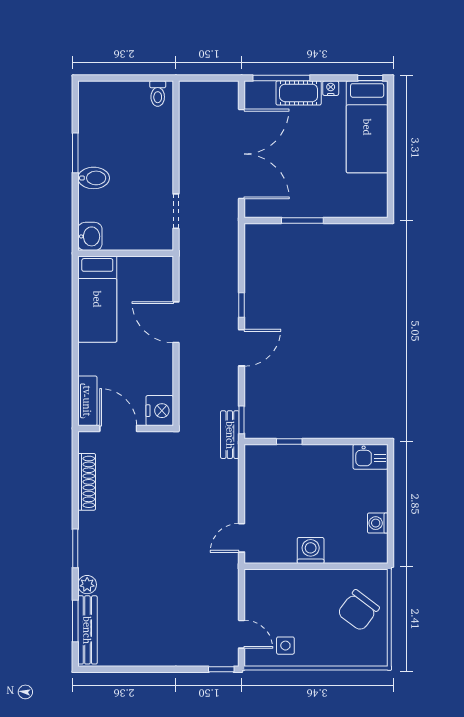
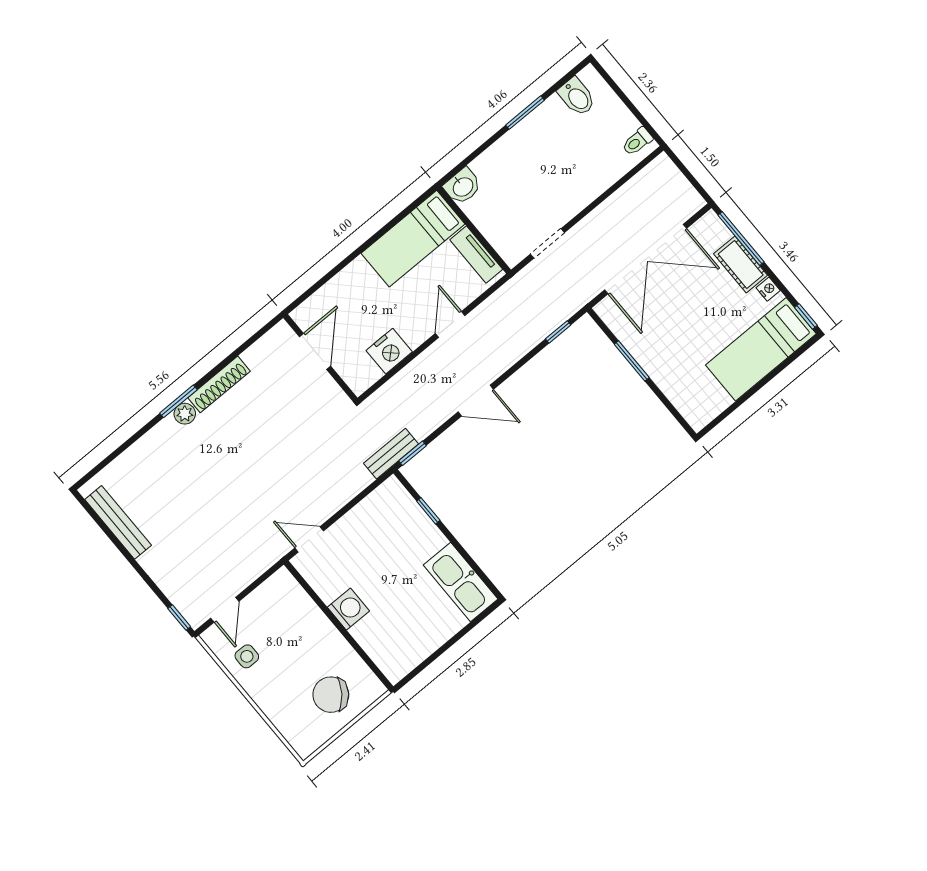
bidet: (94, 178) -> (577, 97), moved
window: (242, 305) -> (558, 332), moved
door: (176, 322) -> (450, 324), width x0.73
tv unit: (87, 401) -> (476, 254), moved, turned 90
nightstand: (160, 411) -> (389, 351), moved
kitchen sink: (371, 457) -> (461, 582), width x1.87, depth x1.24
shoe rack: (87, 482) -> (219, 384), moved
washing machine: (378, 523) -> (421, 648), removed
plant: (87, 585) -> (185, 414), moved
window: (75, 621) -> (115, 454), removed
bench: (87, 630) -> (118, 522), moved, turned 90

